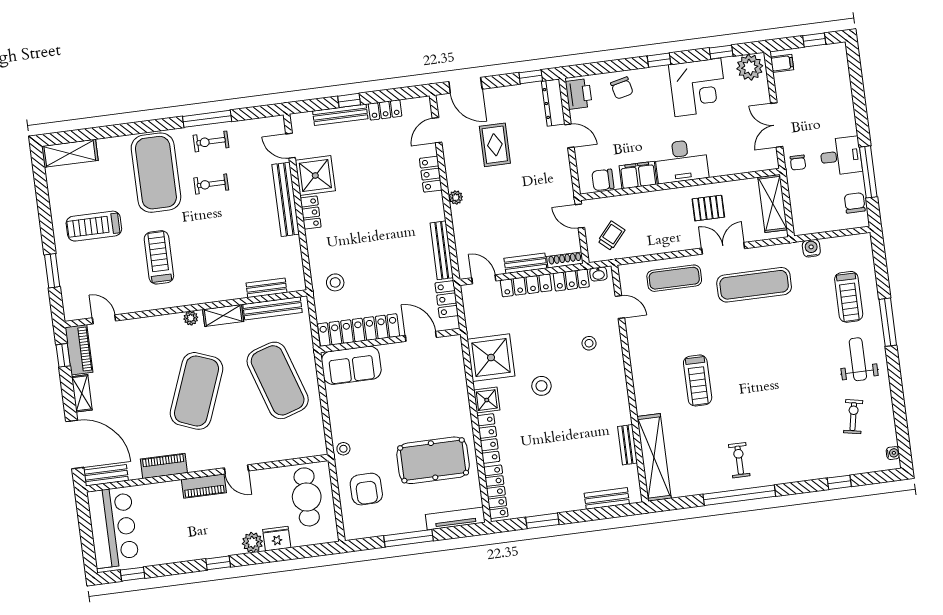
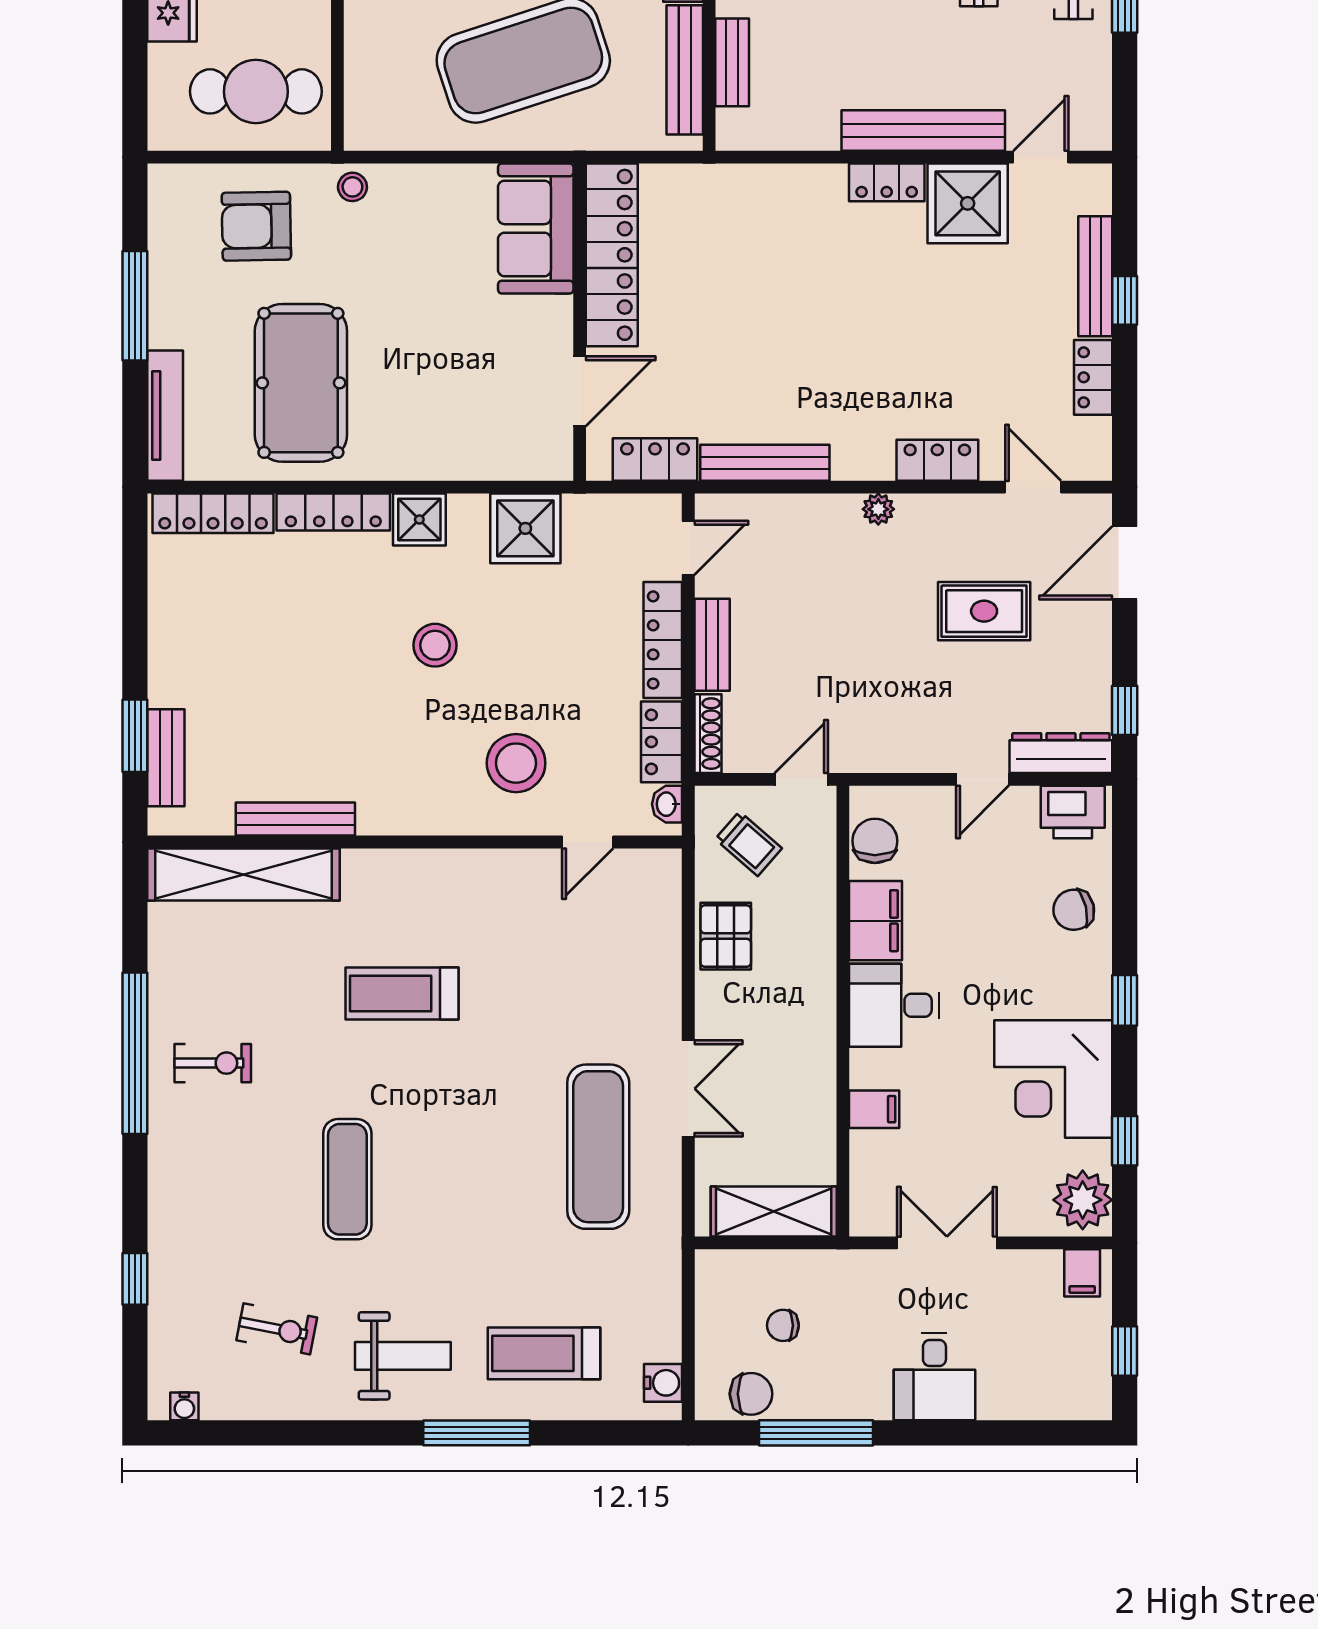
desk: (841, 156) -> (934, 1377), moved
desk: (681, 161) -> (894, 1005), width x0.73
chair: (798, 163) -> (783, 1325), moved
filing cabinet: (722, 165) -> (874, 1109), added
pallet: (708, 208) -> (726, 936), moved
water cooler: (811, 248) -> (663, 1383), moved
exercise mat: (674, 278) -> (347, 1179), moved
stool: (335, 282) -> (724, 217), removed
stool: (589, 343) -> (516, 763), width x1.89, depth x1.89
shower: (491, 358) -> (525, 528), width x0.73, depth x0.73
bench: (627, 445) -> (295, 819), width x1.36
window: (542, 521) -> (135, 736), moved

